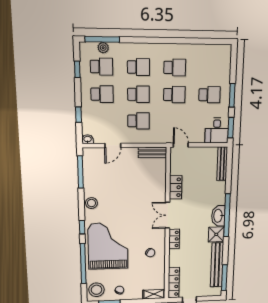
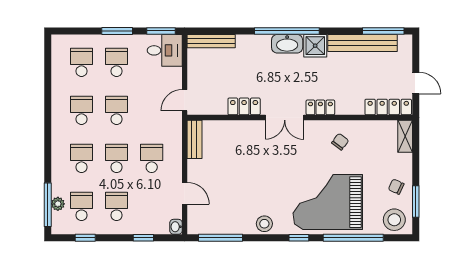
school desk: (210, 68) -> (81, 62), added

